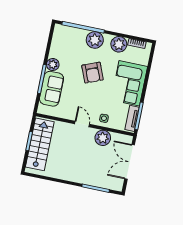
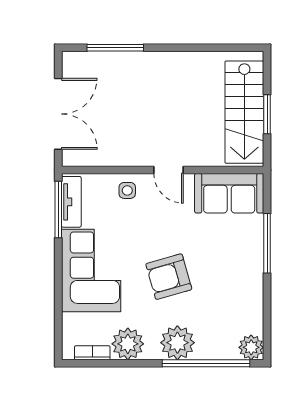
plant: (53, 65) -> (251, 347), moved
armchair: (92, 73) -> (169, 277), turned -84
sofa: (52, 89) -> (229, 193), moved, turned -90
plant: (103, 138) -> (122, 151), removed

